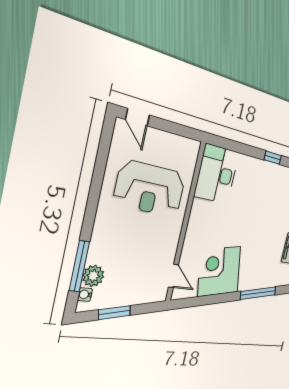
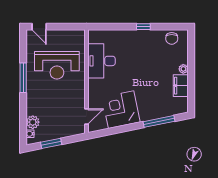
desk: (217, 174) -> (102, 61), moved
window: (79, 266) -> (23, 78), moved
door: (173, 276) -> (86, 117), hinge flipped

